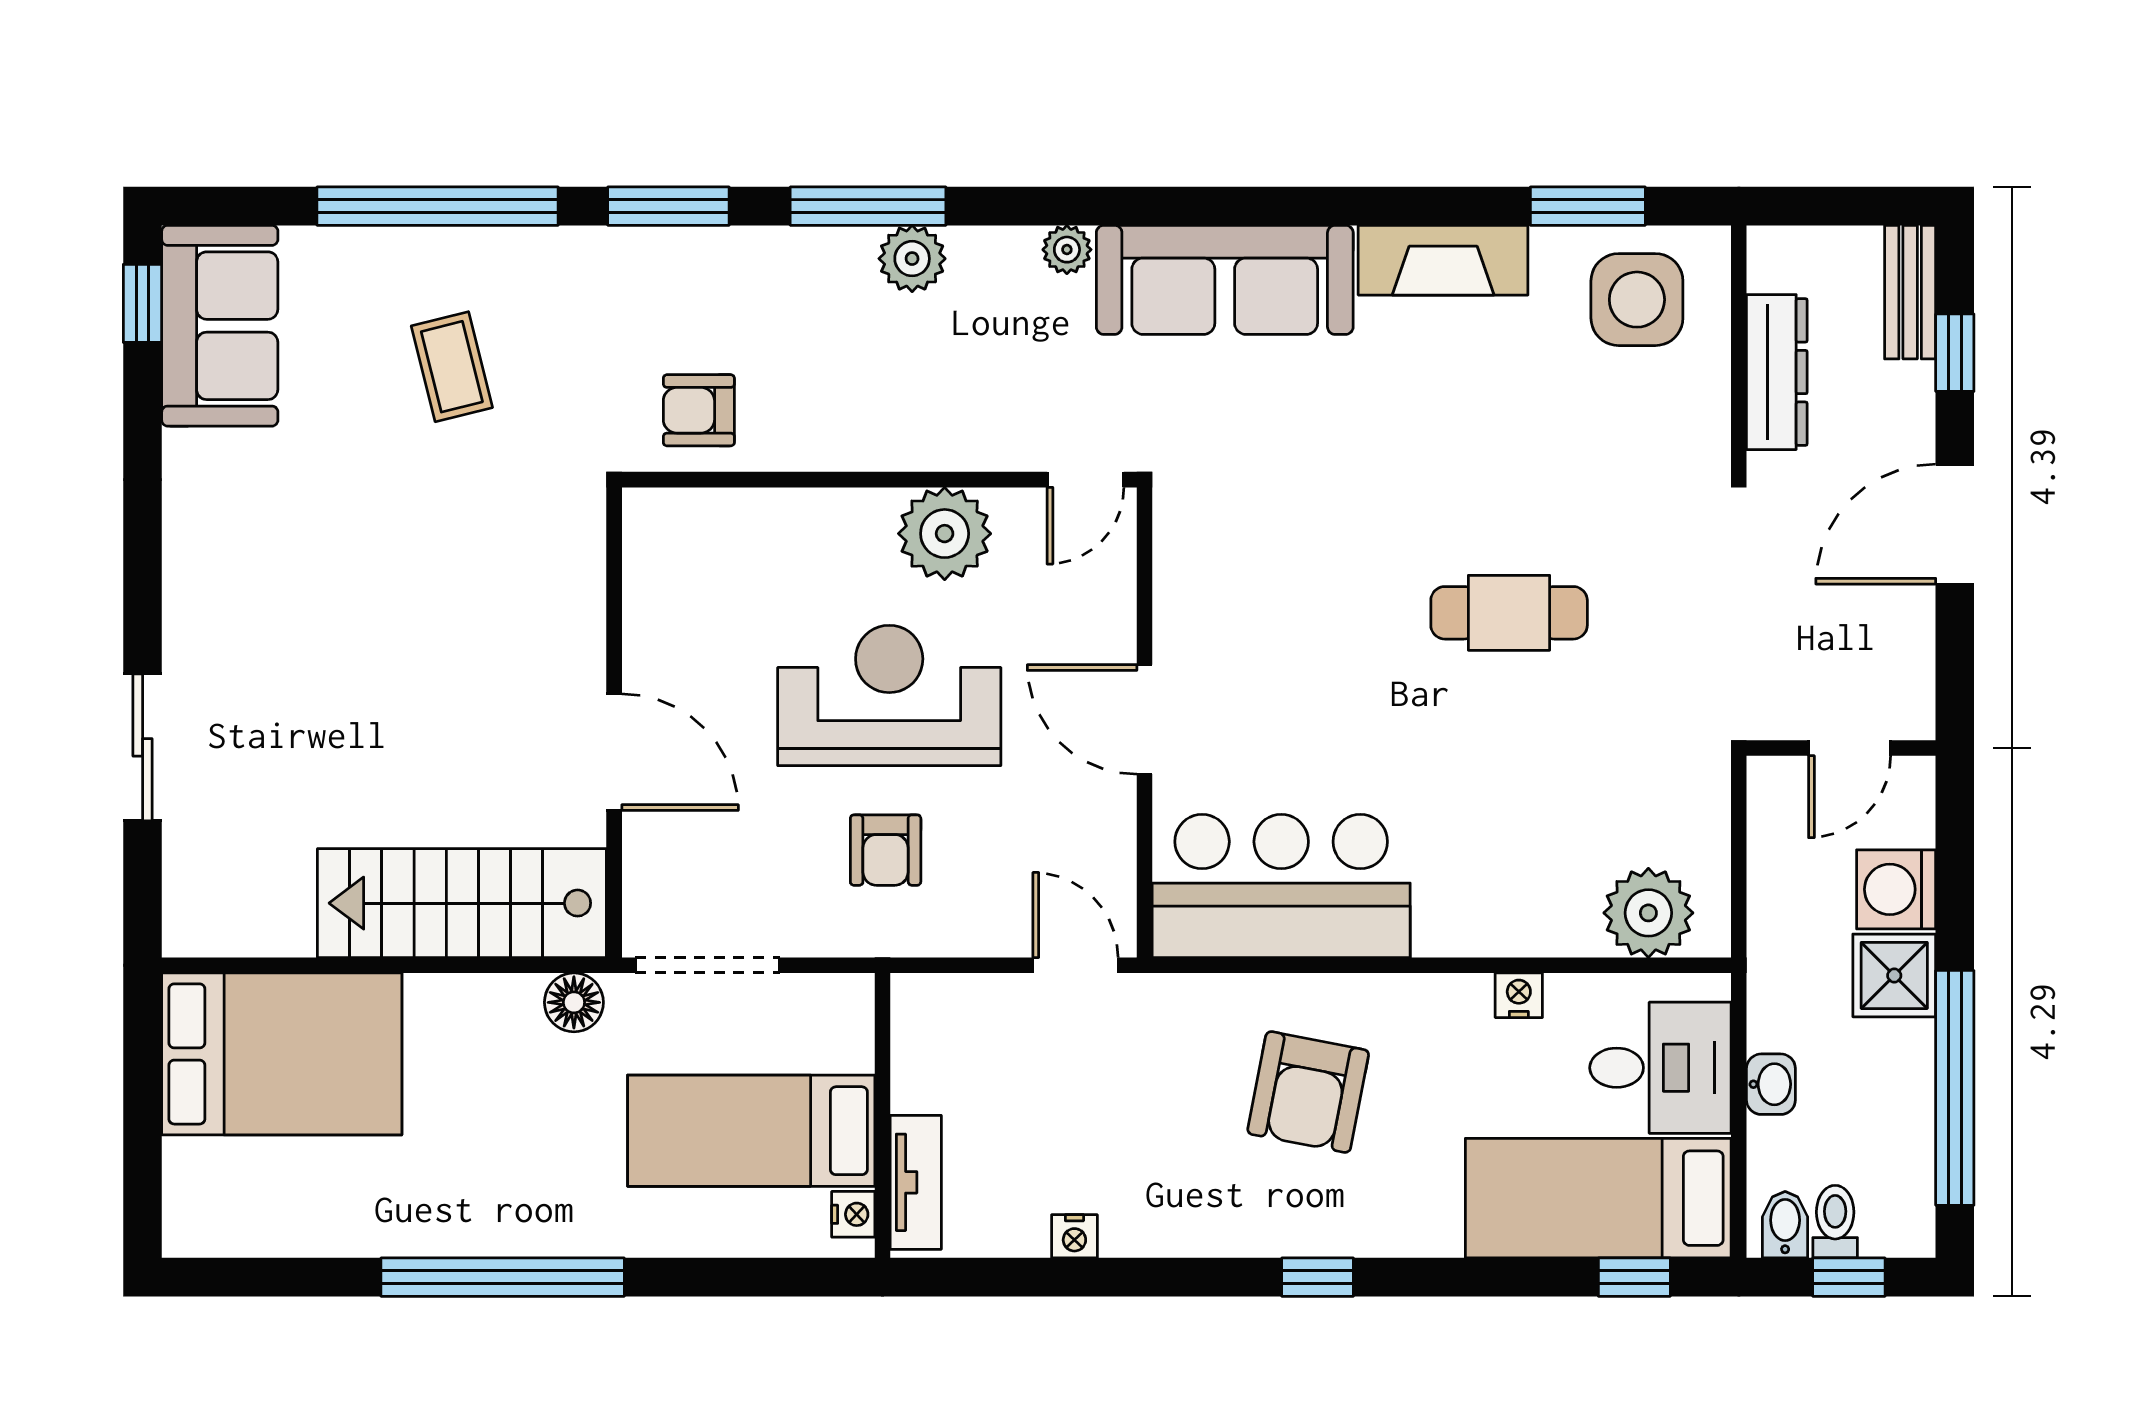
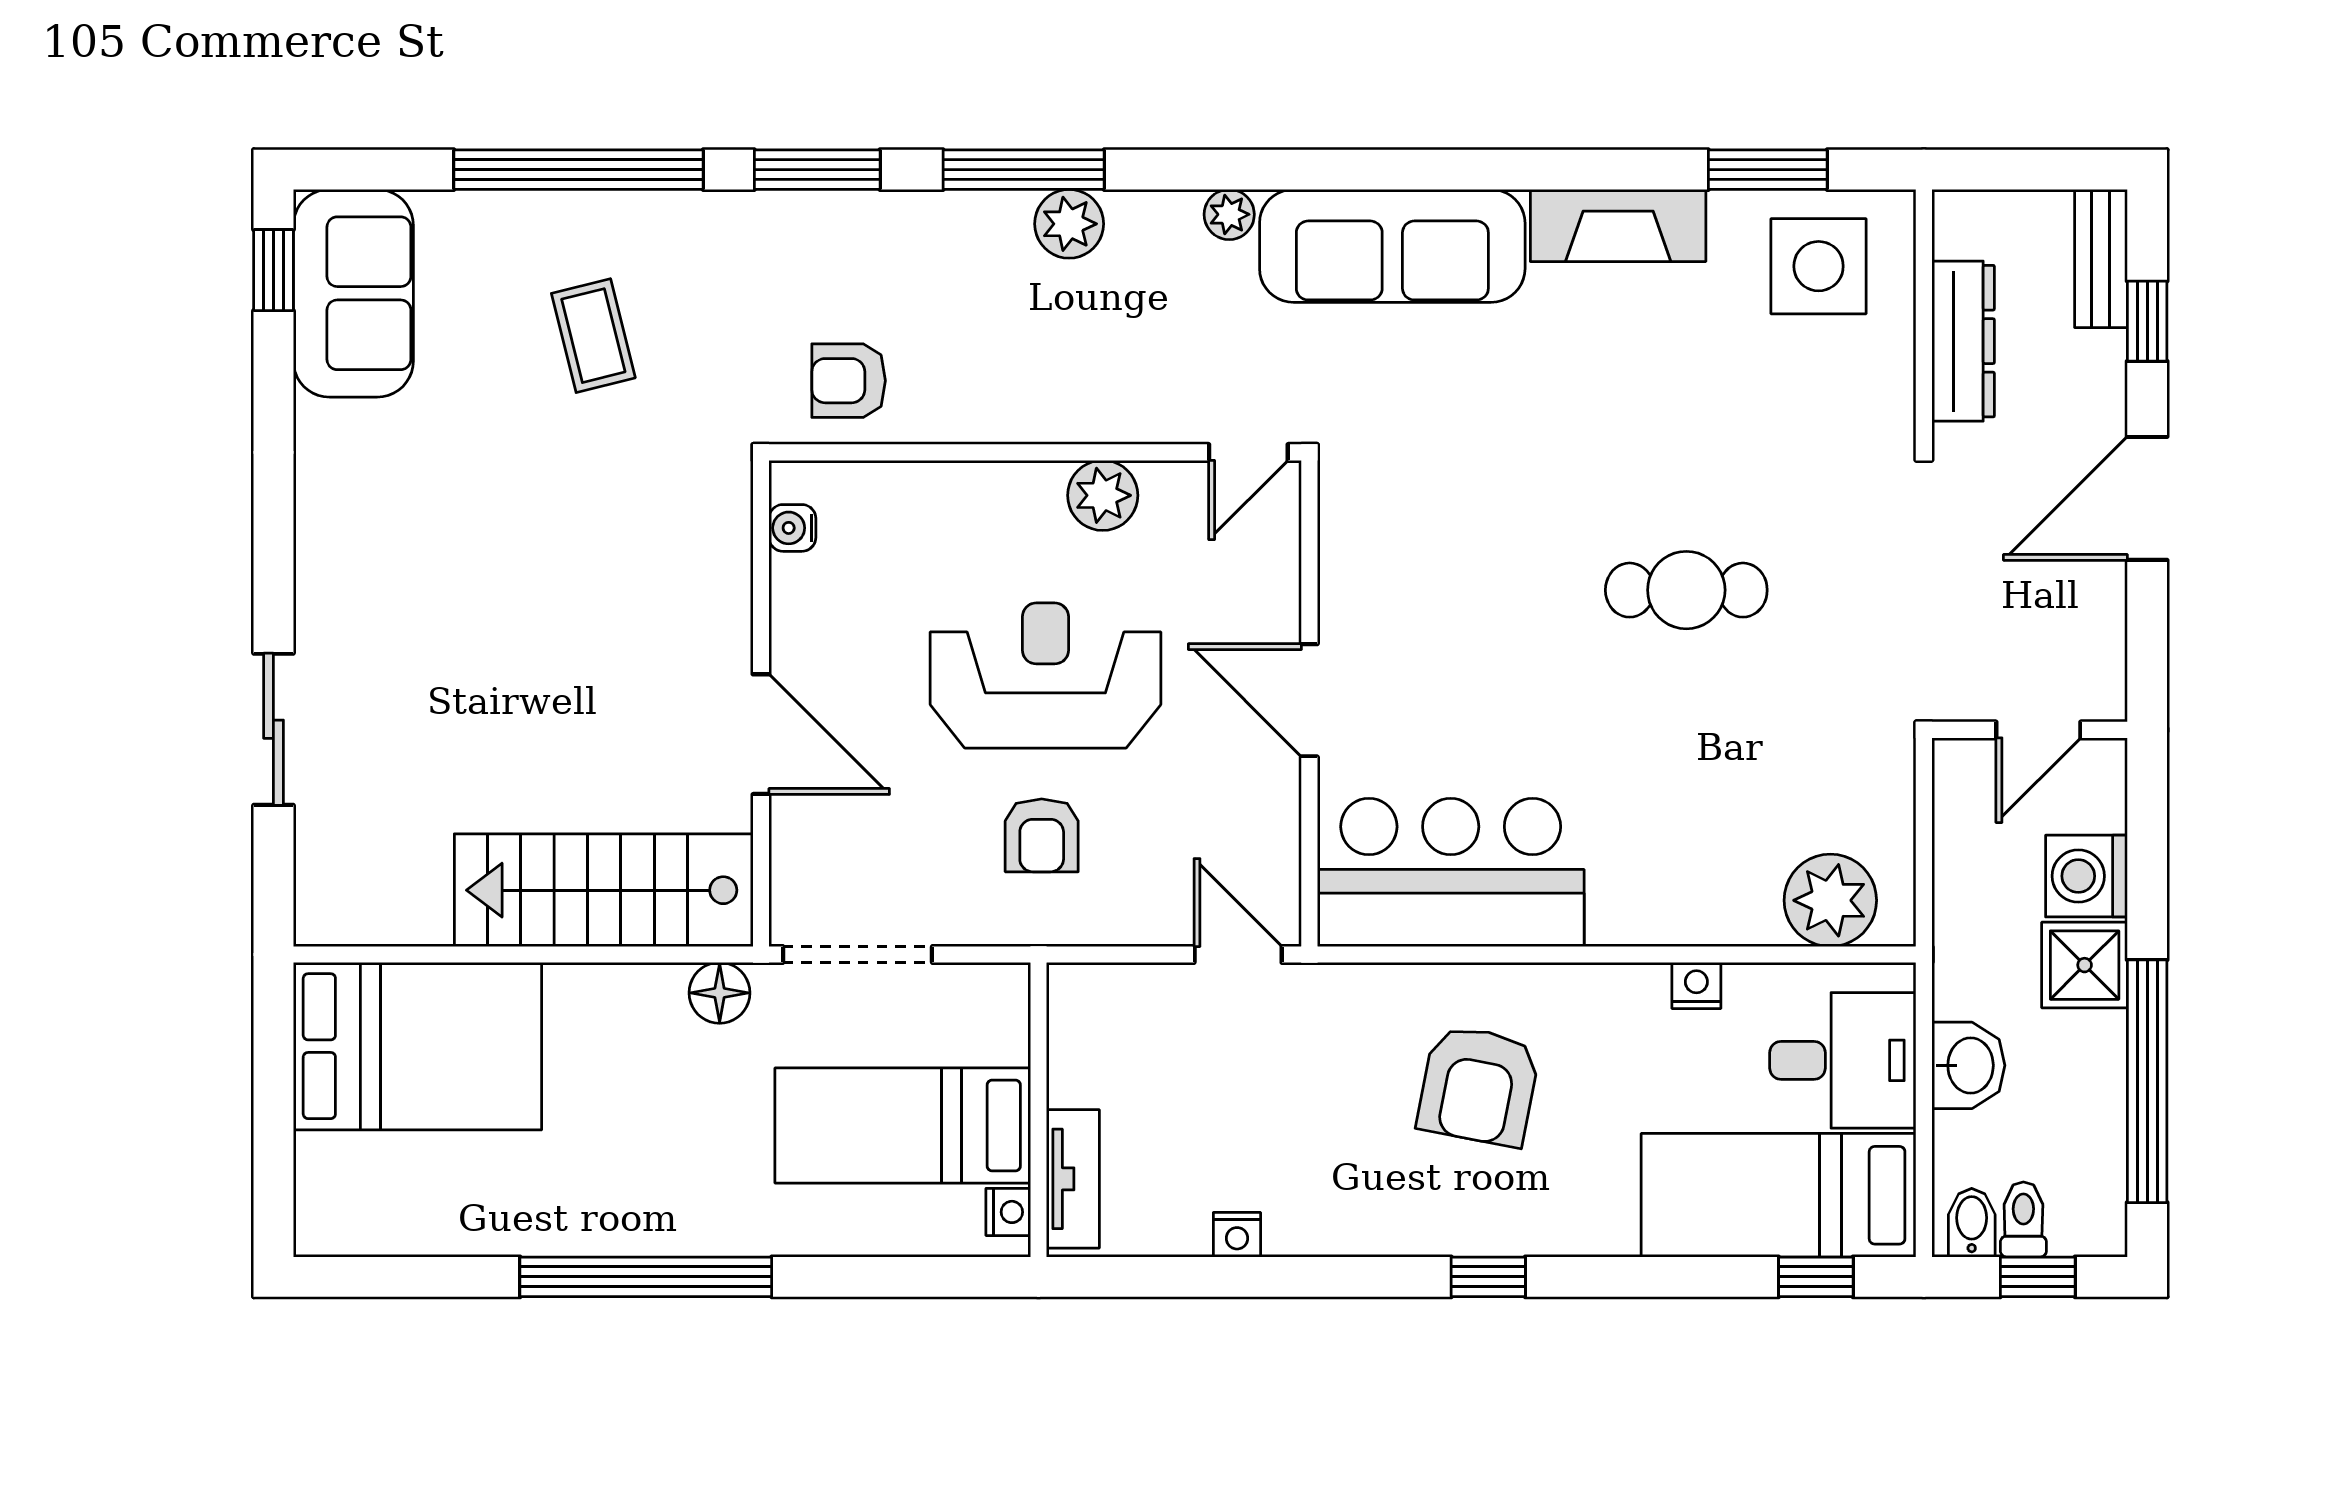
plant: (945, 534) -> (1103, 495), width x0.73, depth x0.73
water cooler: (644, 553) -> (792, 528), added
washbasin: (1771, 1084) -> (1968, 1065), width x1.38, depth x1.45

